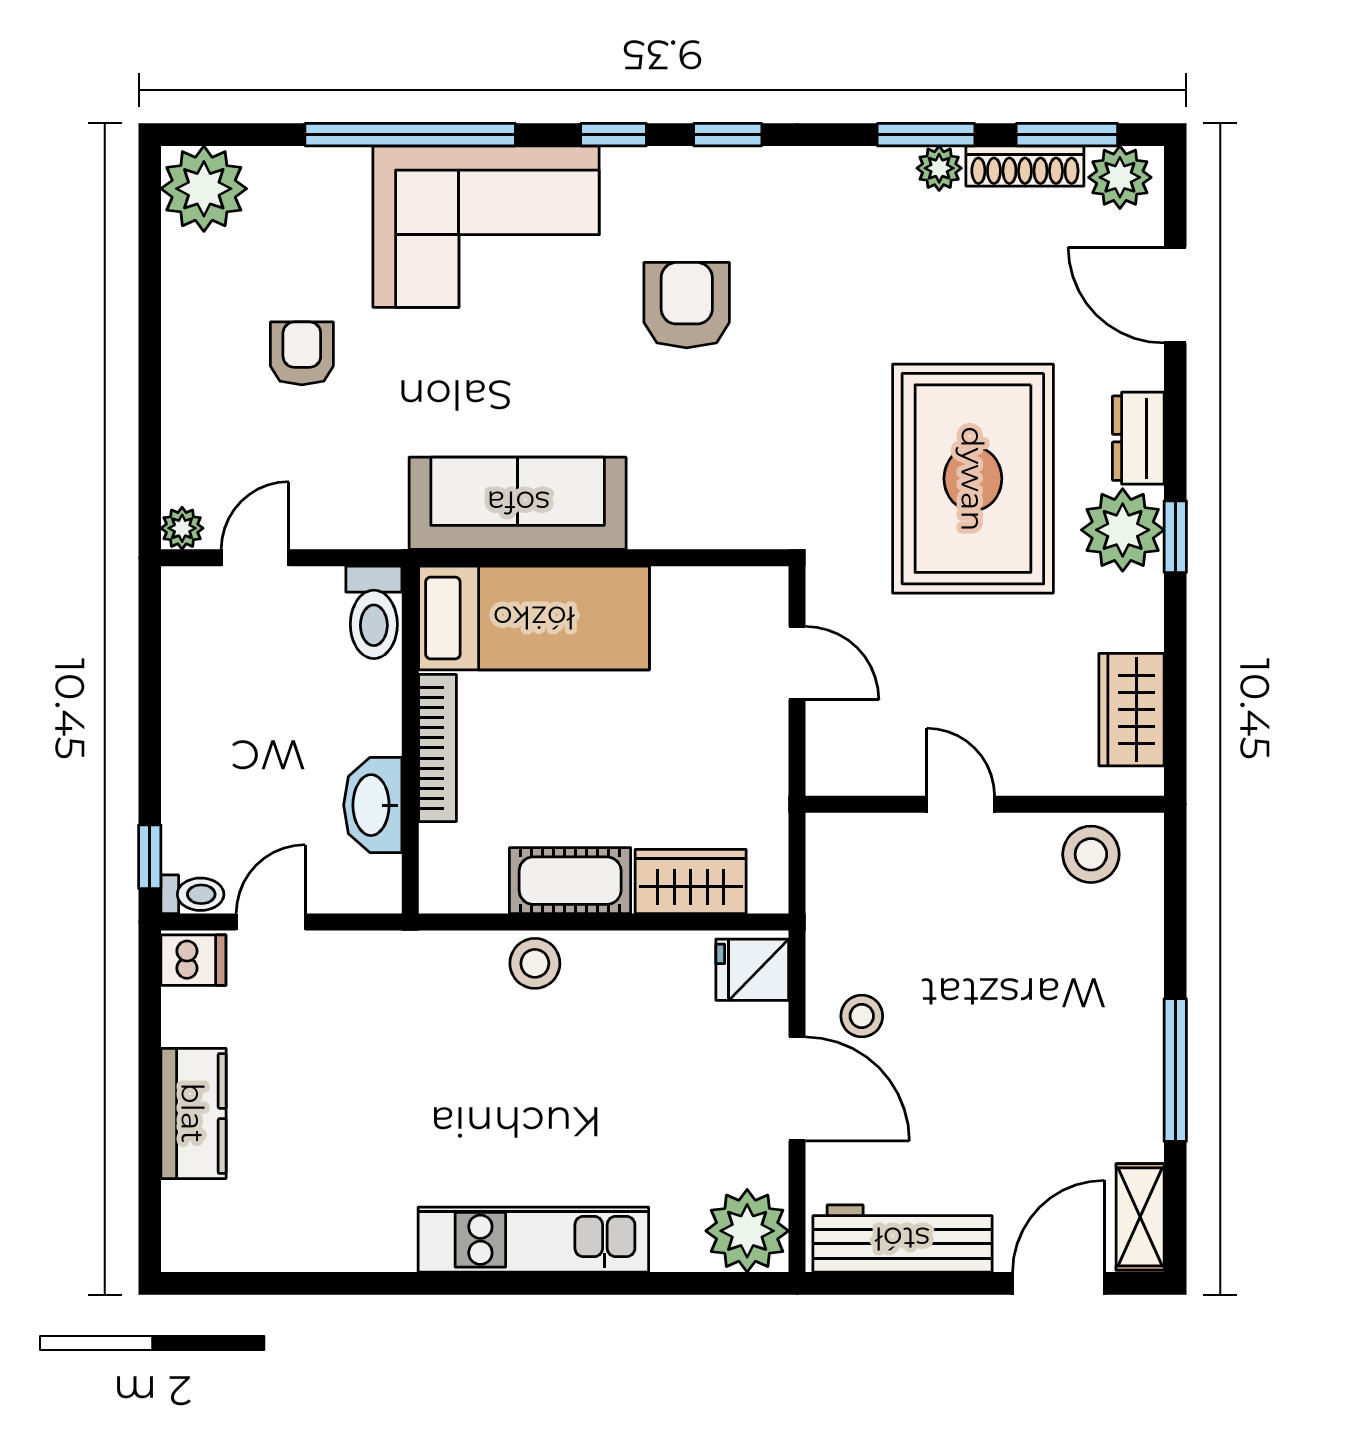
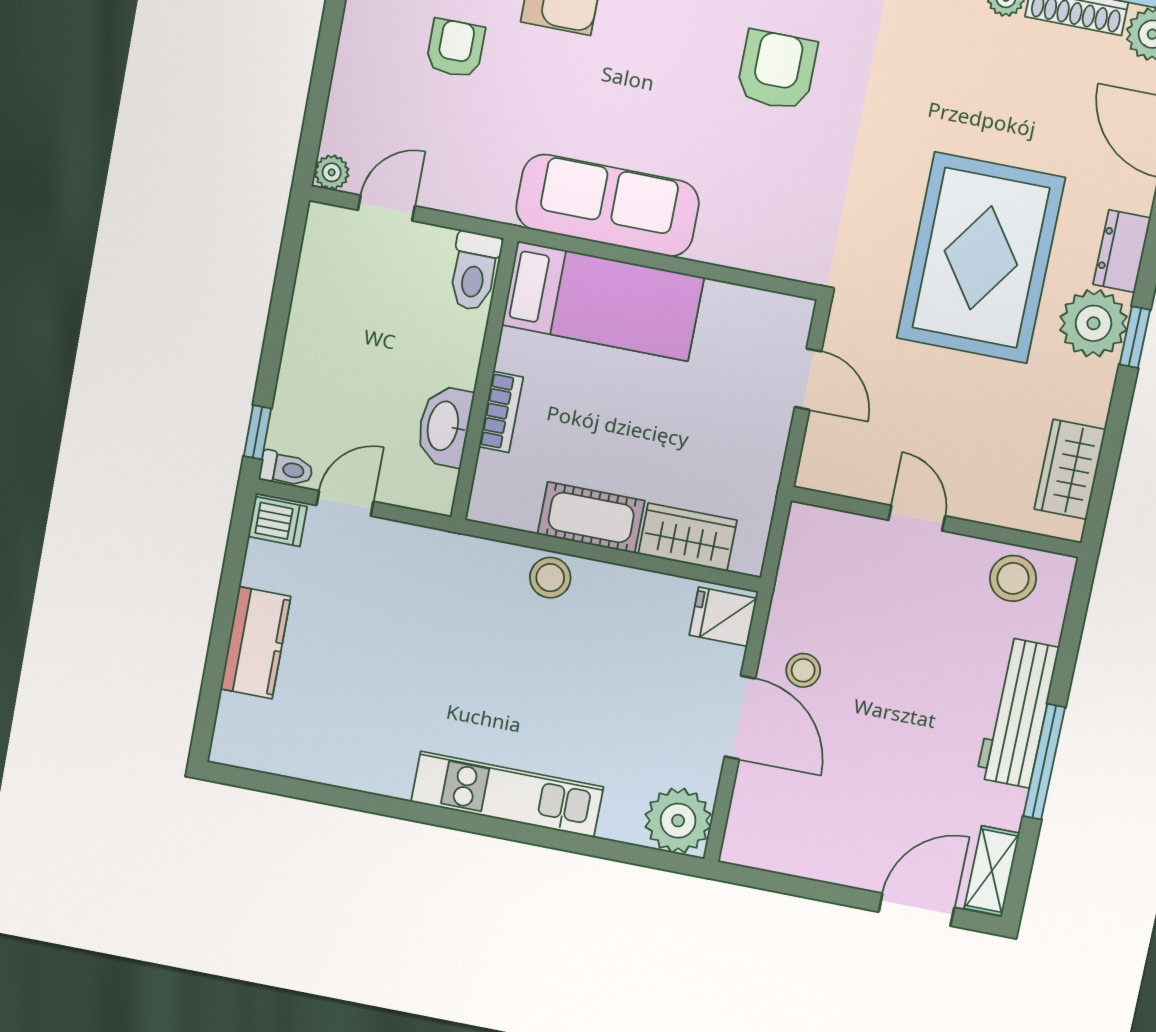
bookcase: (438, 748) -> (501, 412), width x0.64
workbench: (902, 1239) -> (1017, 713), moved, turned -90

